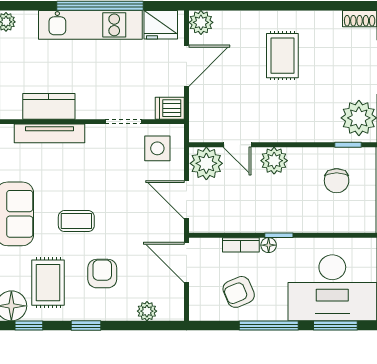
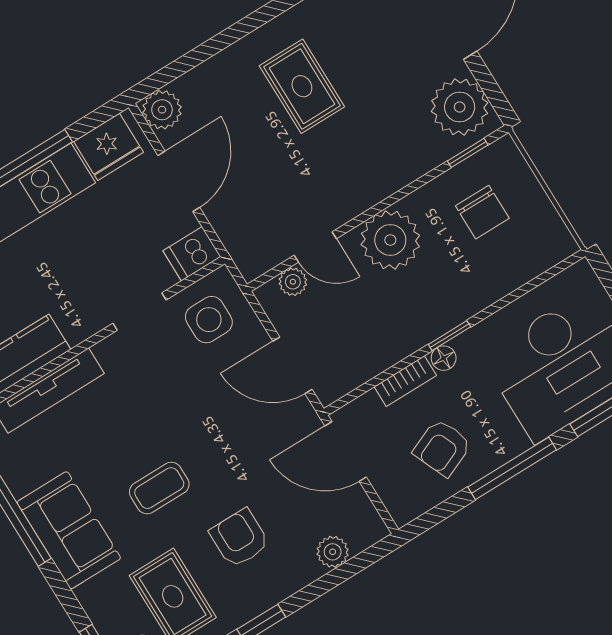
plant: (274, 161) -> (390, 240), width x1.36, depth x1.36
plant: (206, 163) -> (293, 282), width x0.53, depth x0.53

